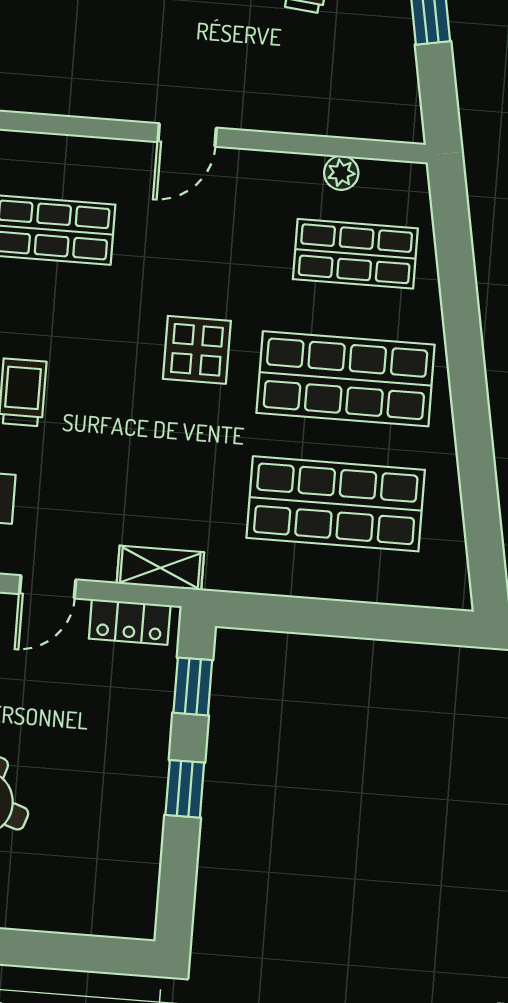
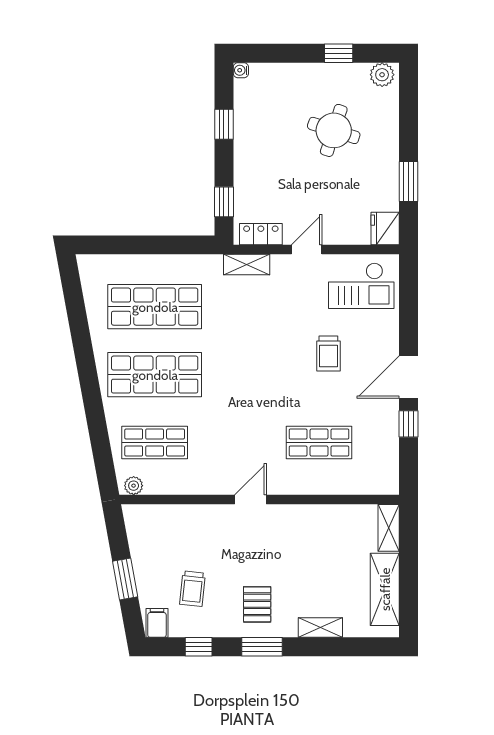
plant: (341, 173) -> (134, 486), moved
display table: (197, 350) -> (236, 384), removed
window: (185, 789) -> (224, 124), moved
water cooler: (143, 926) -> (241, 70), added

